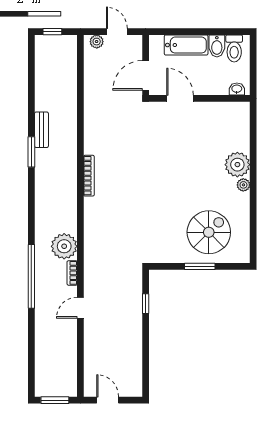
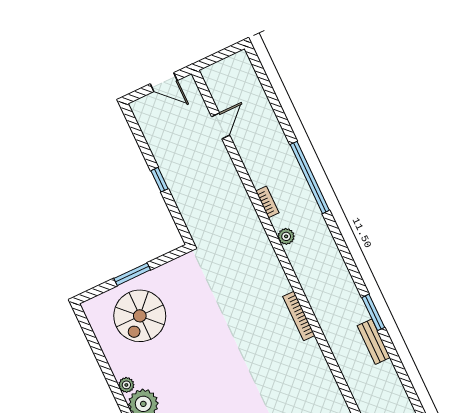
plant: (64, 246) -> (286, 236), width x0.53, depth x0.53
window: (146, 304) -> (160, 180), moved
door: (80, 308) -> (221, 126), moved
window: (55, 400) -> (221, 55), removed

